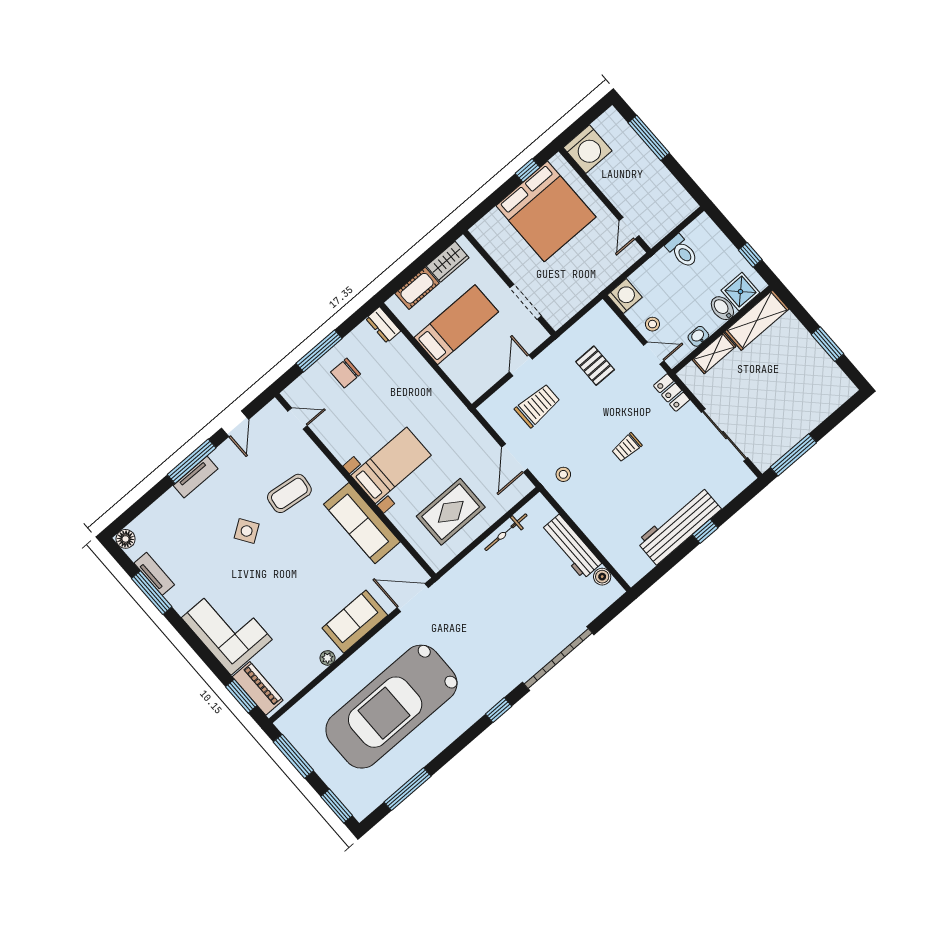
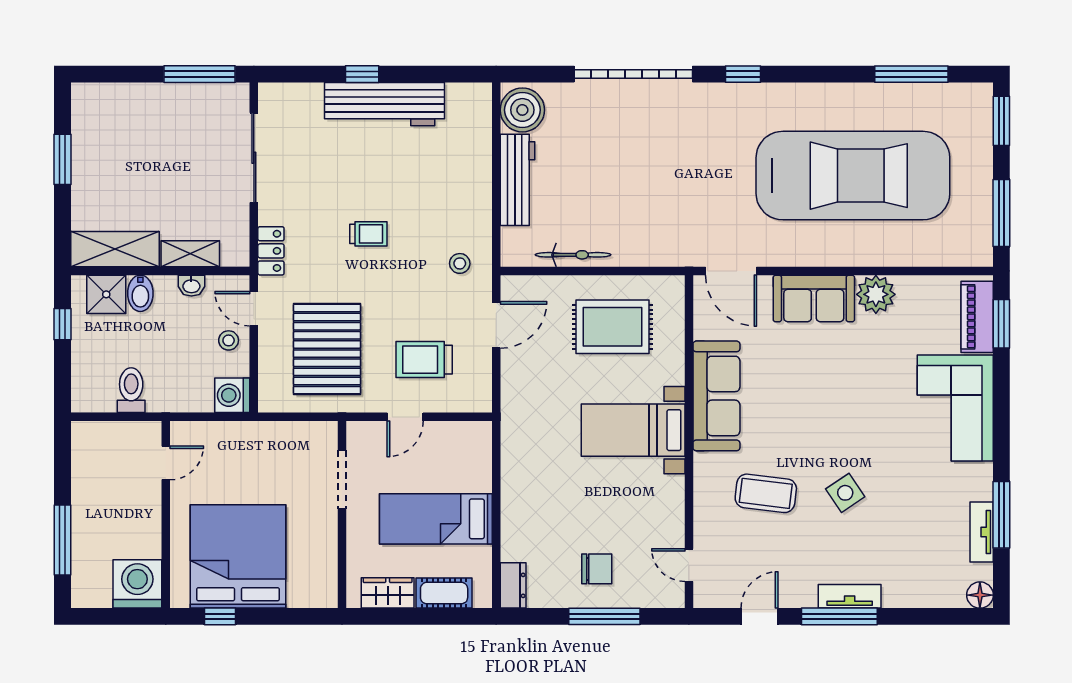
pallet: (595, 366) -> (327, 349), width x2.05, depth x2.00
boiler: (602, 577) -> (522, 110), width x1.86, depth x1.86
plant: (327, 658) -> (876, 294), width x1.88, depth x1.88

